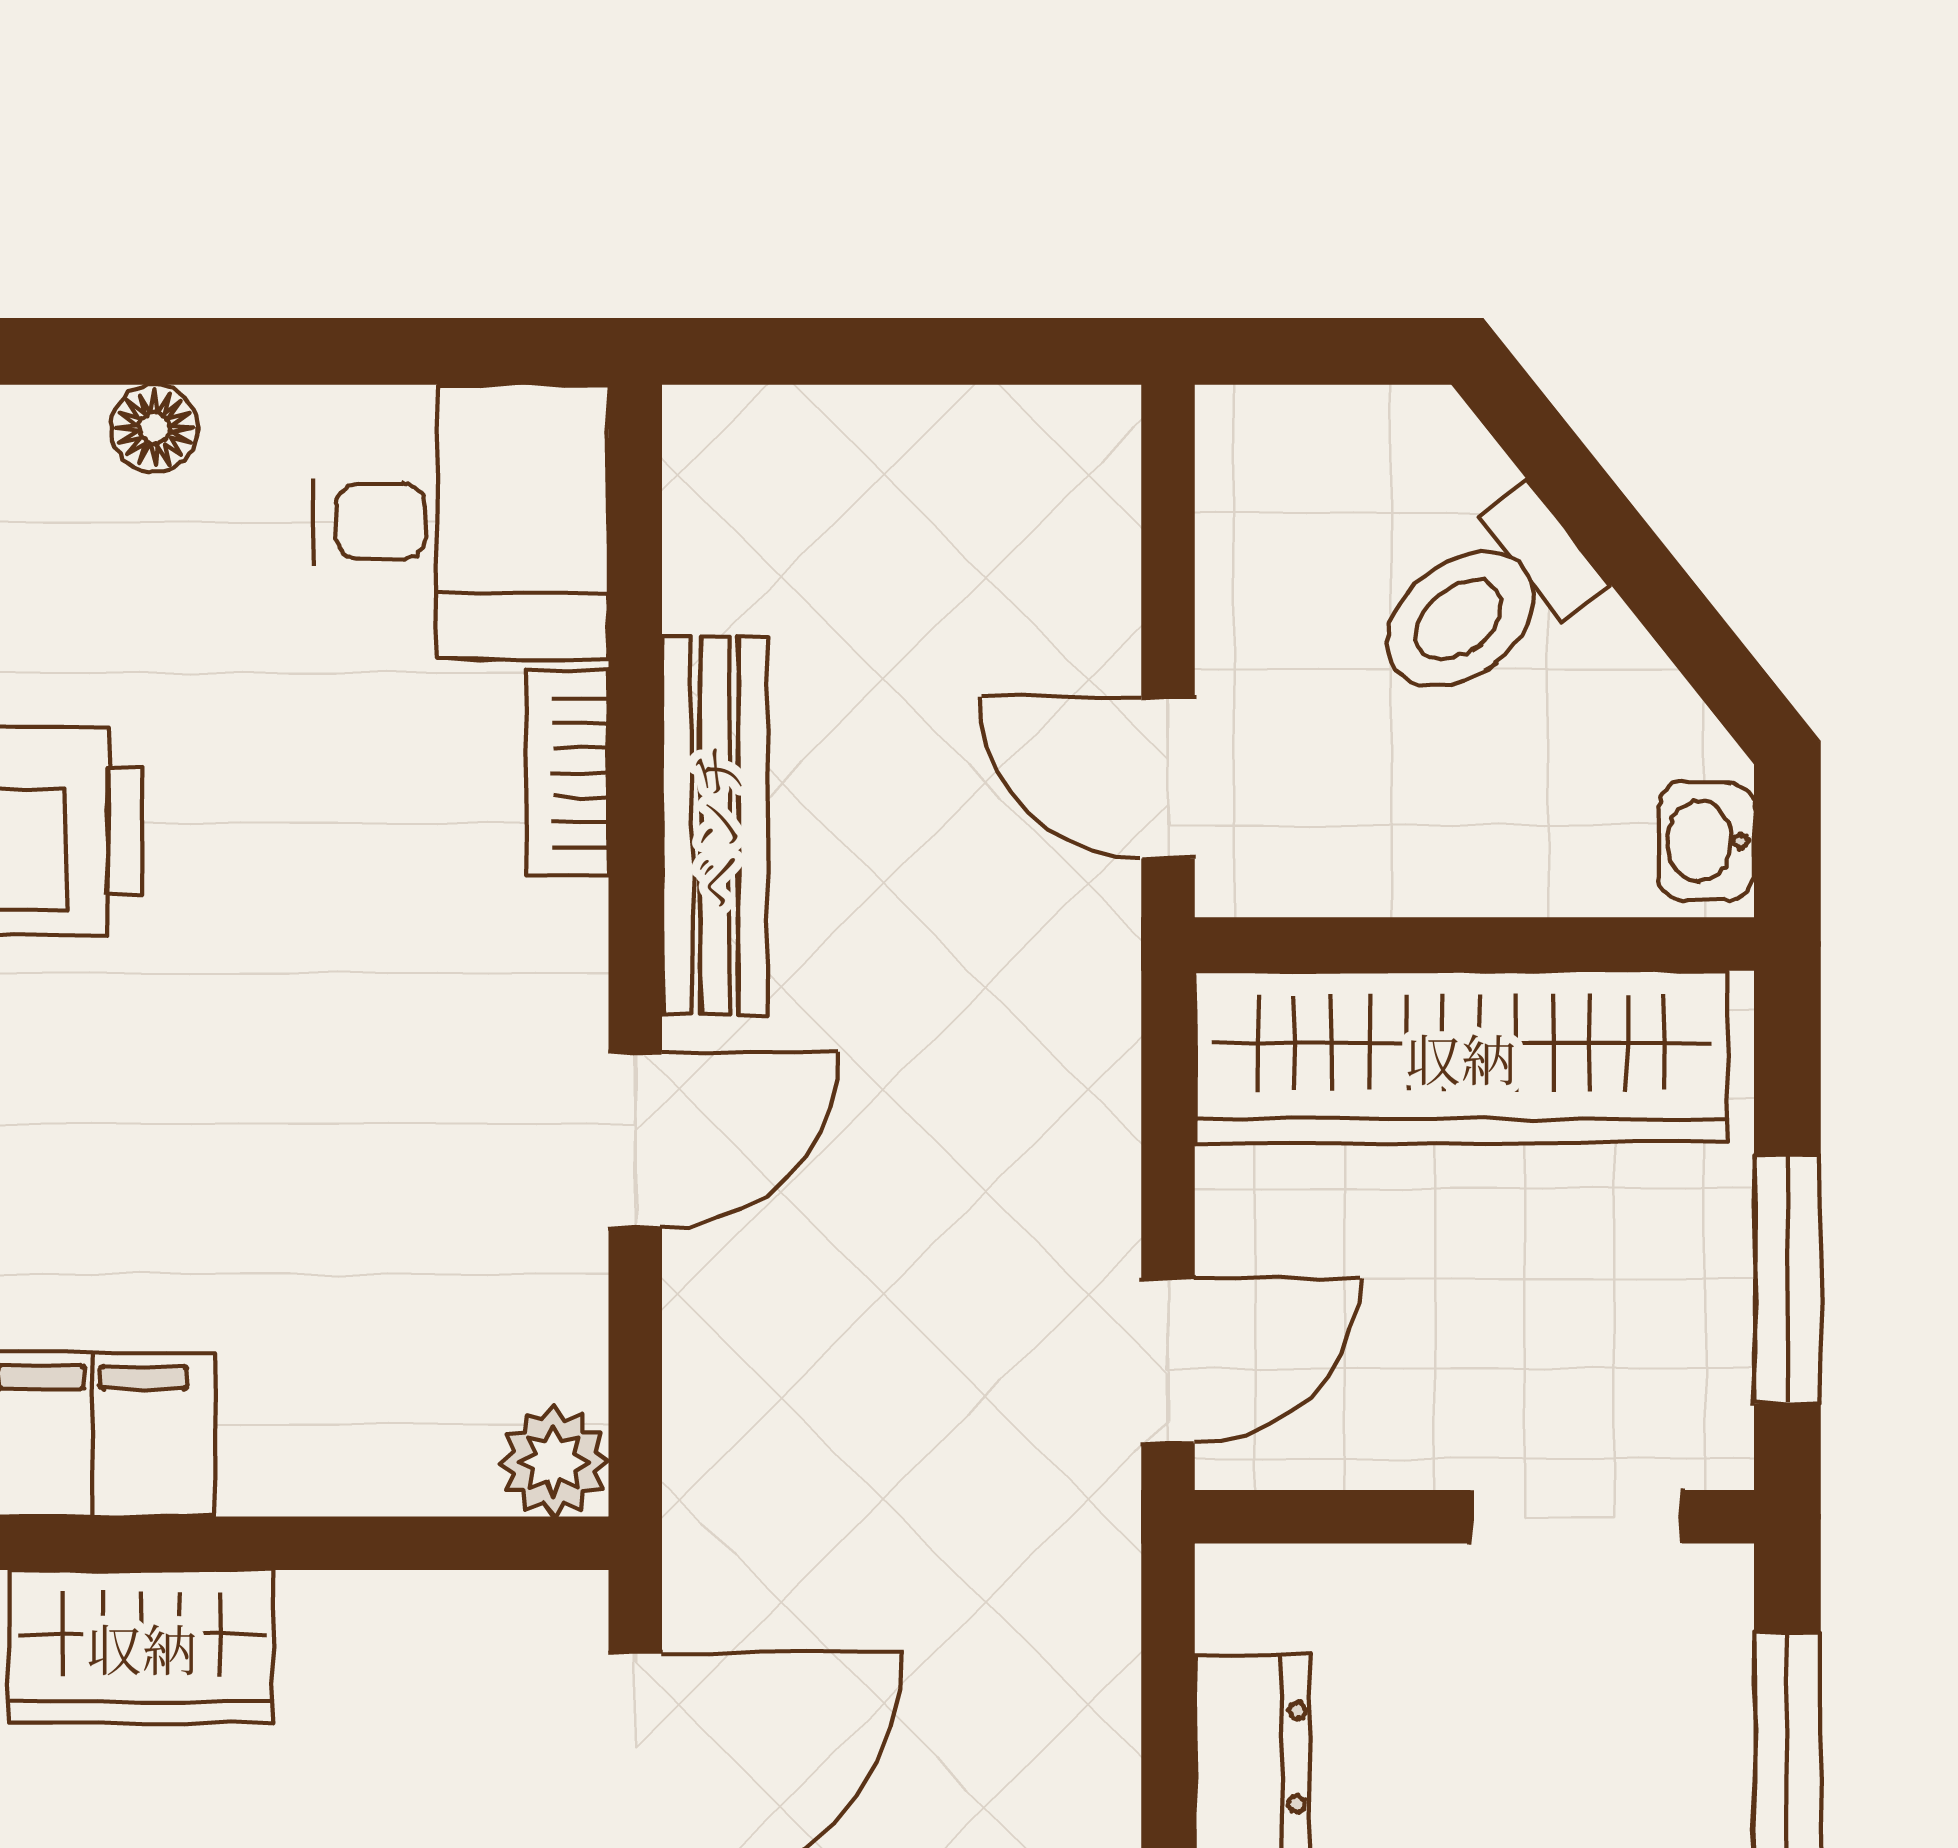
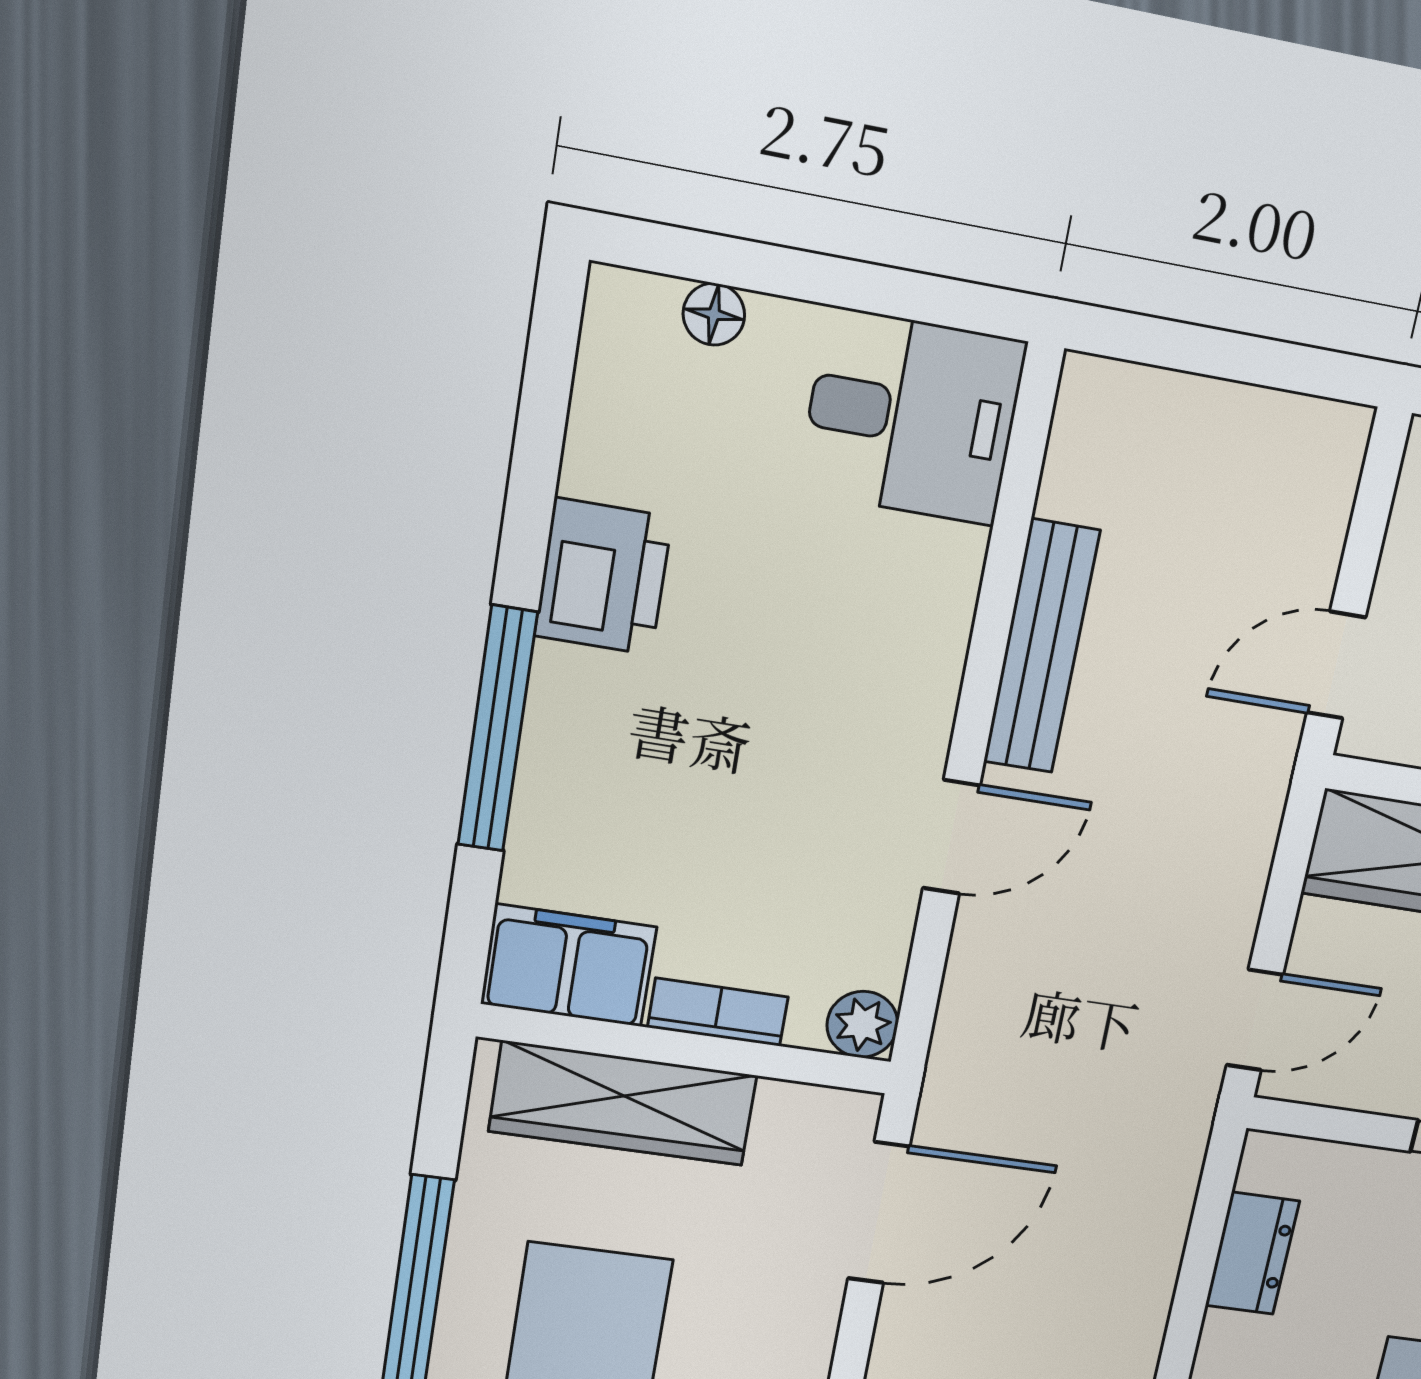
bookcase: (567, 773) -> (718, 1012), moved, turned 90
door: (1168, 778) -> (1336, 665), hinge flipped
wardrobe: (142, 1647) -> (623, 1103), width x1.50

